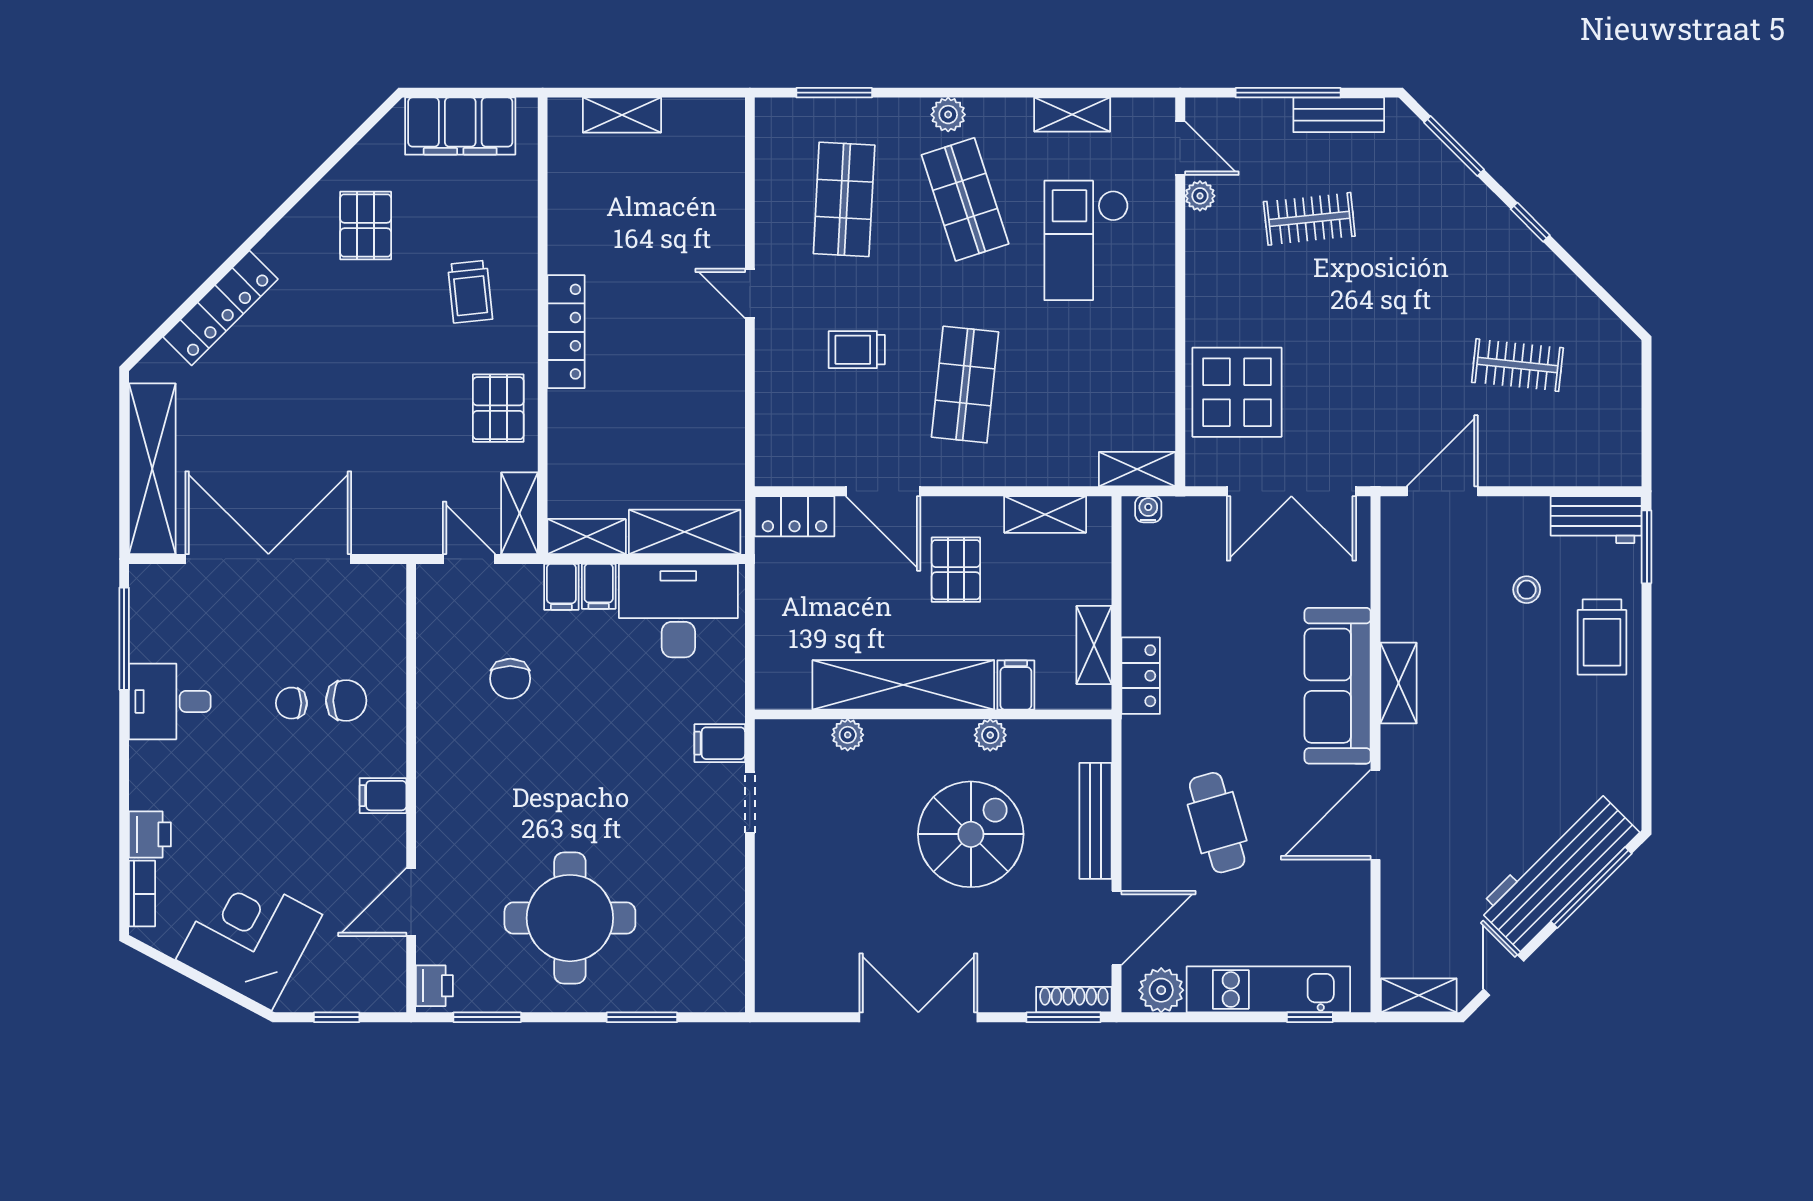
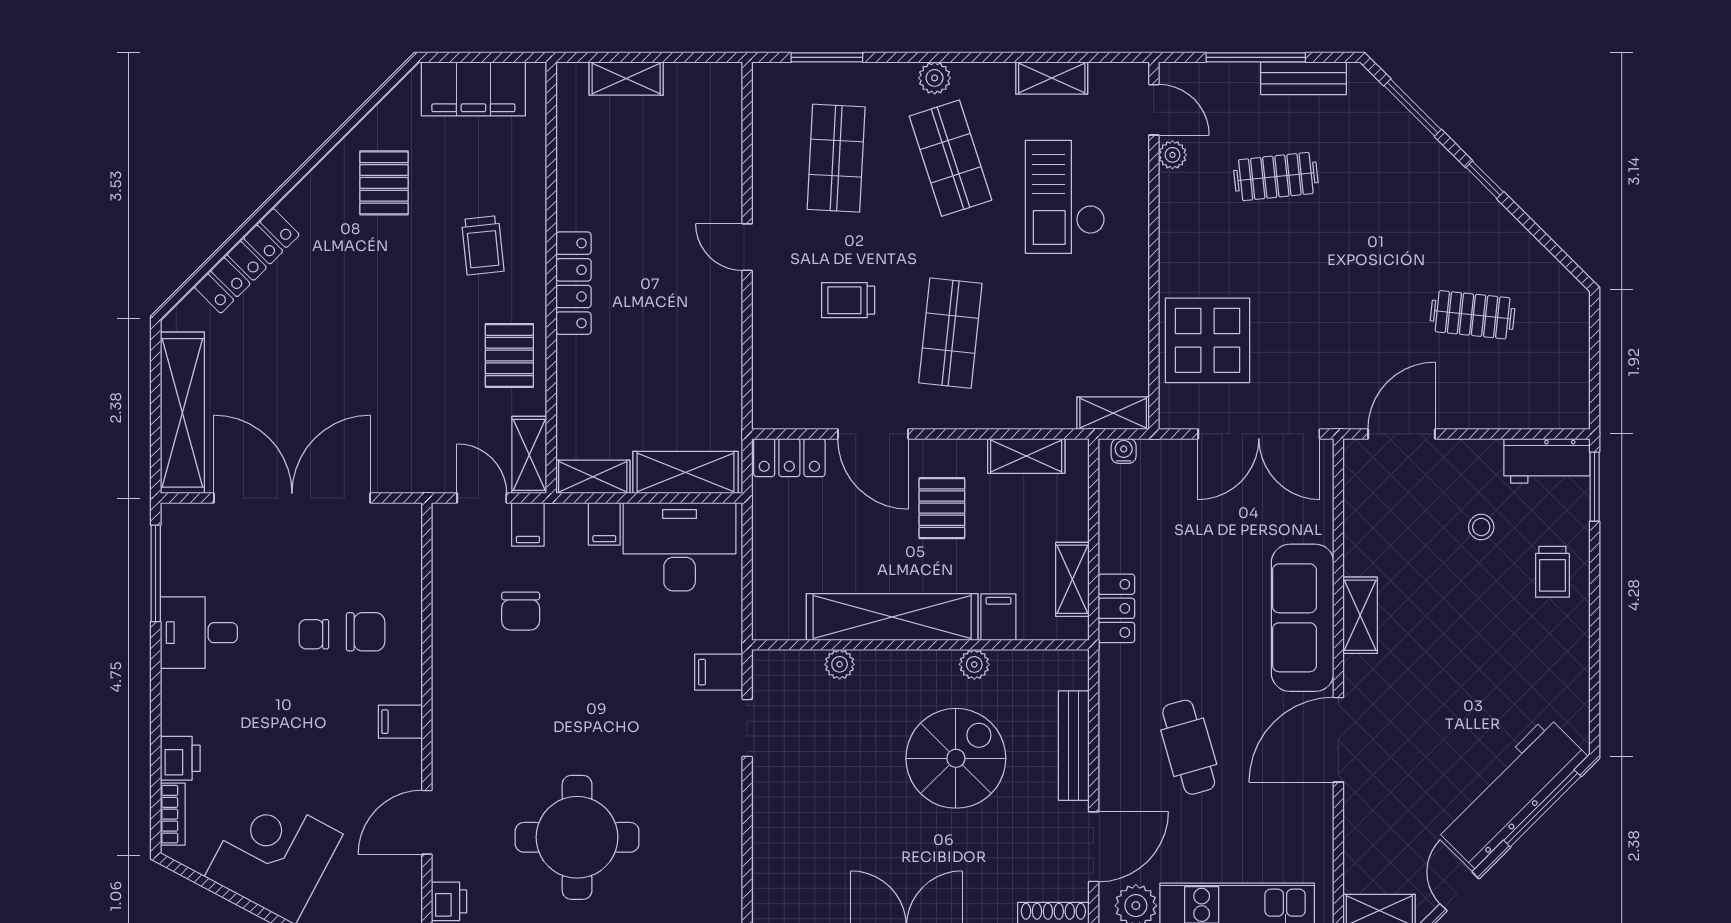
filing cabinet: (561, 587) -> (528, 524), moved
trolley: (1602, 637) -> (1552, 572), width x0.73, depth x0.72

